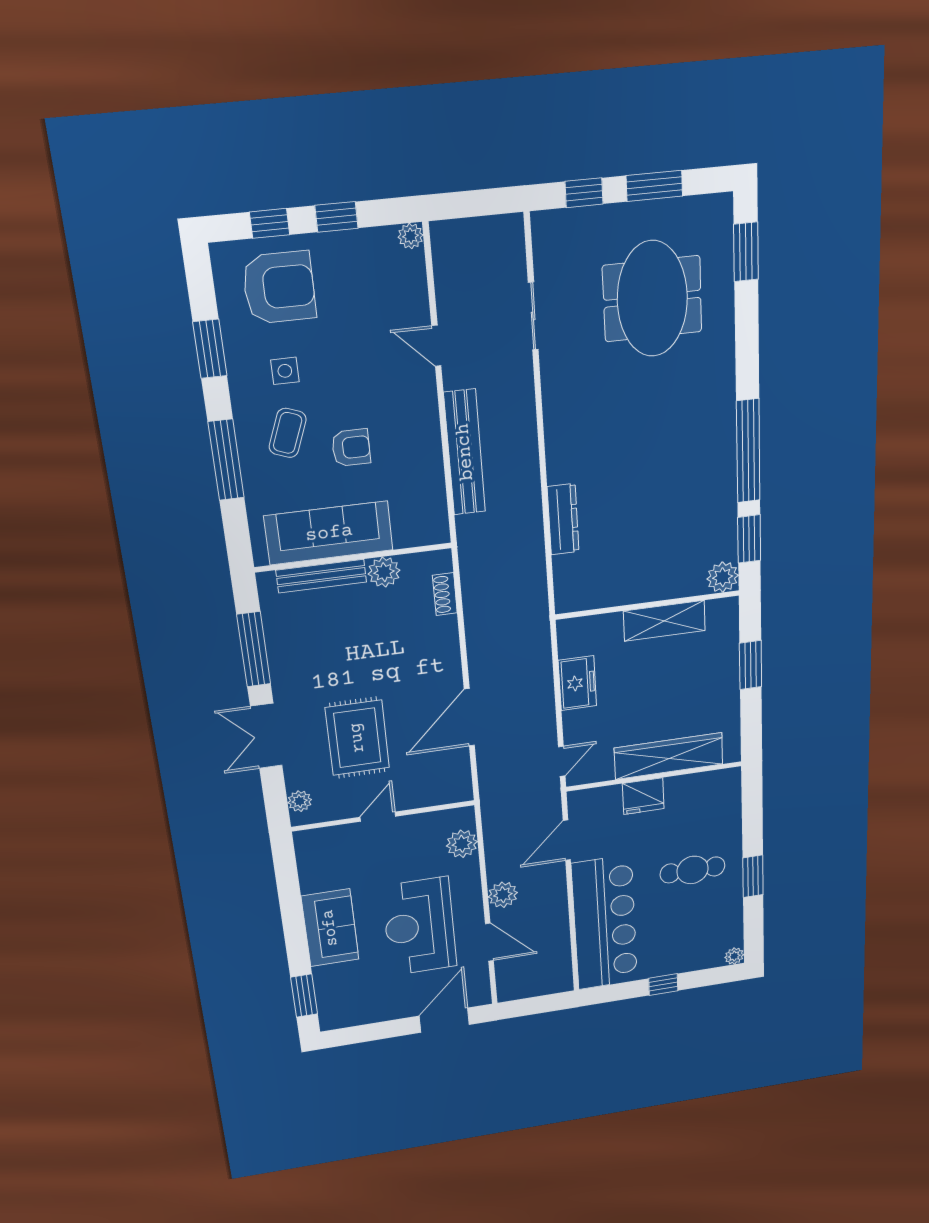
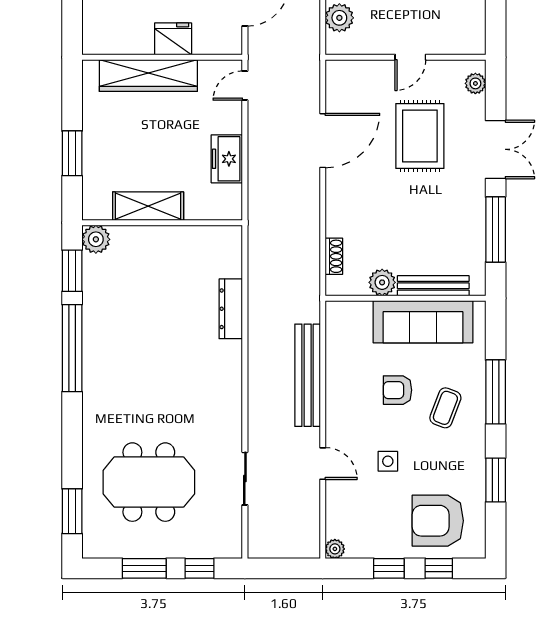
meeting table: (652, 299) -> (149, 482), turned 90
side table: (285, 371) -> (388, 461), moved

